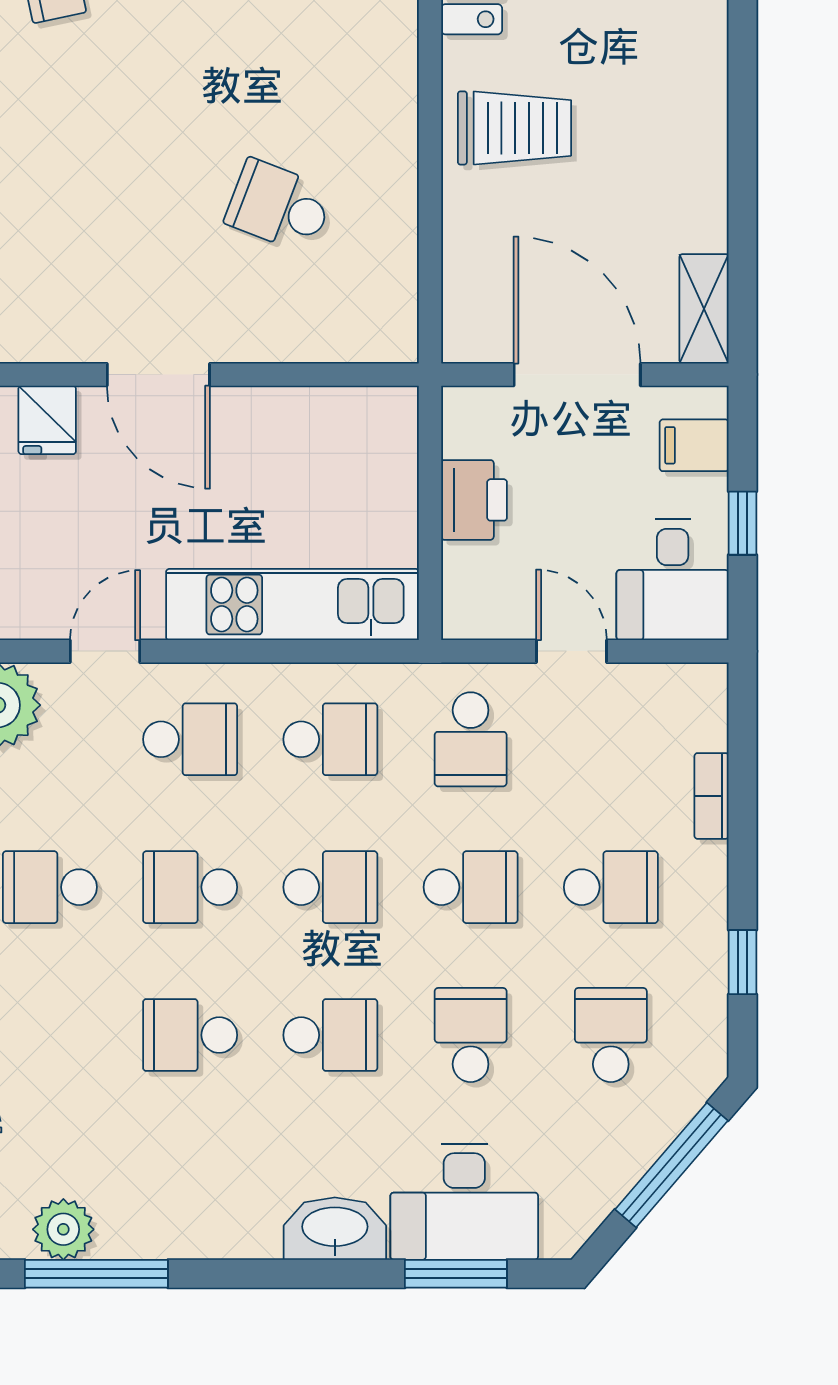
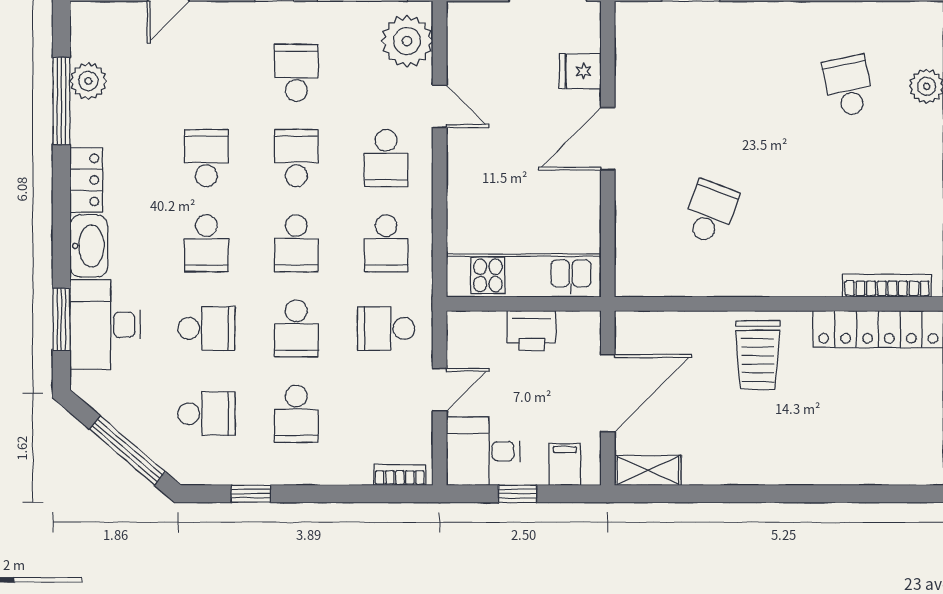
kitchen unit: (292, 605) -> (523, 275), moved, turned -90
bookcase: (712, 796) -> (400, 475), moved
locker: (226, 1233) -> (86, 180), added

